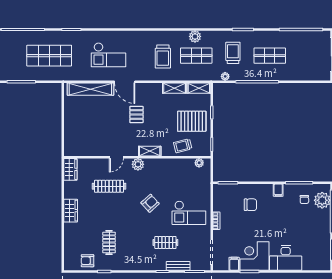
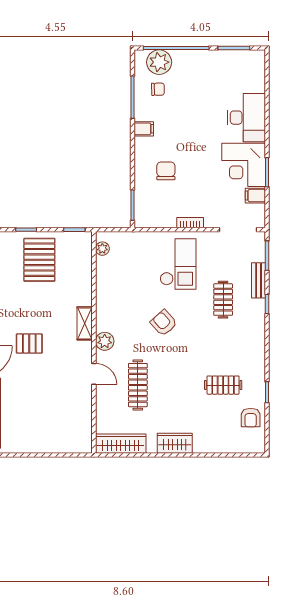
trolley: (183, 146) -> (76, 273), removed
wardrobe: (70, 169) -> (121, 444), width x1.50

